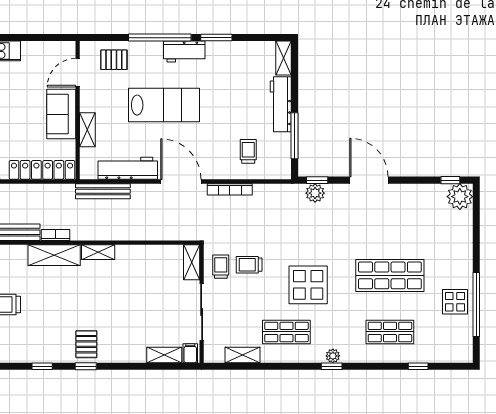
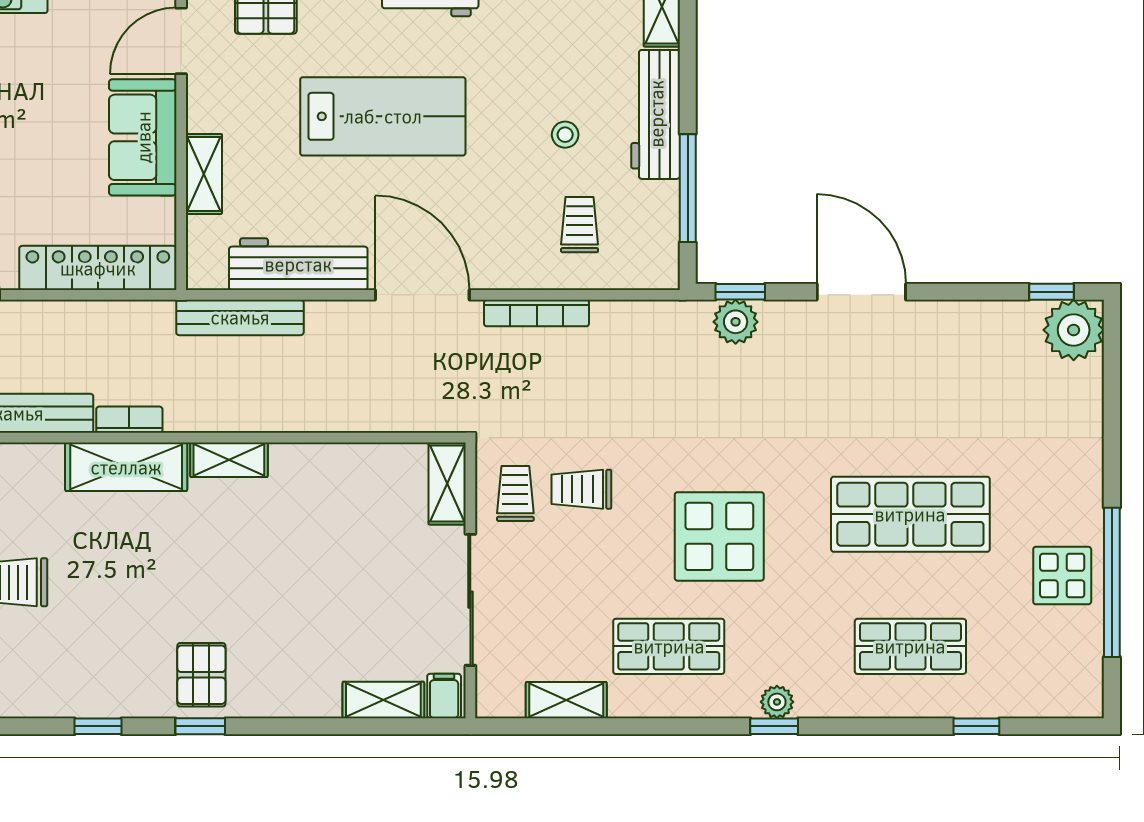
stool: (242, 113) -> (565, 135), added

